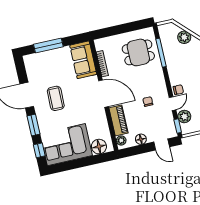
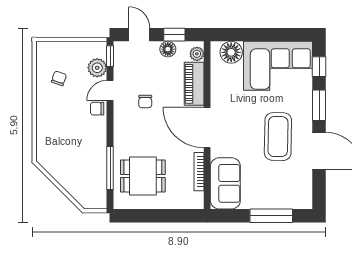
plant: (184, 37) -> (71, 183), removed
coffee table: (56, 98) -> (278, 137), width x1.36, depth x1.32
window: (139, 150) -> (174, 35), added

